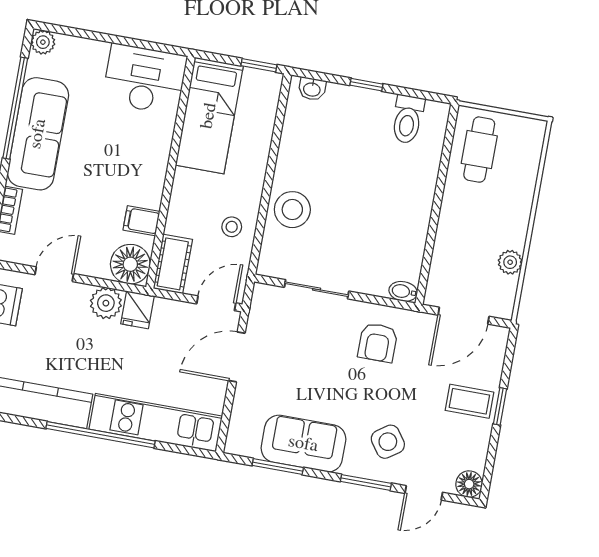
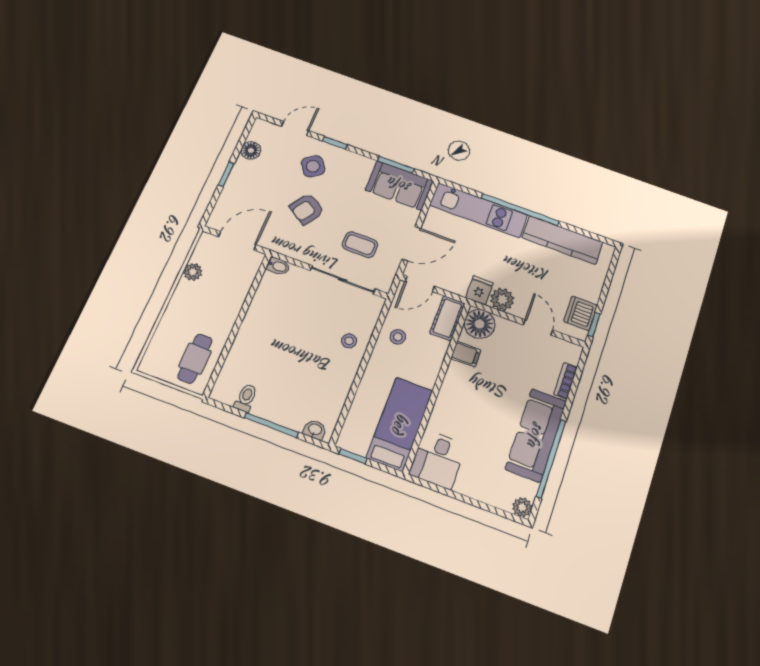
desk: (145, 79) -> (438, 459), width x0.73
window: (366, 85) -> (271, 425), width x2.17
toilet: (408, 119) -> (246, 398), width x0.73, depth x0.72
stool: (292, 210) -> (349, 341), width x0.53, depth x0.53
door: (54, 274) -> (538, 327), swing flipped
sliding door: (317, 289) -> (343, 280), width x1.37
armchair: (378, 343) -> (307, 209), moved, turned -147
coffee table: (469, 401) -> (360, 245), moved
sofa: (303, 444) -> (399, 185), moved
window: (366, 482) -> (335, 143), width x0.67
floor lamp: (469, 484) -> (251, 150), moved

